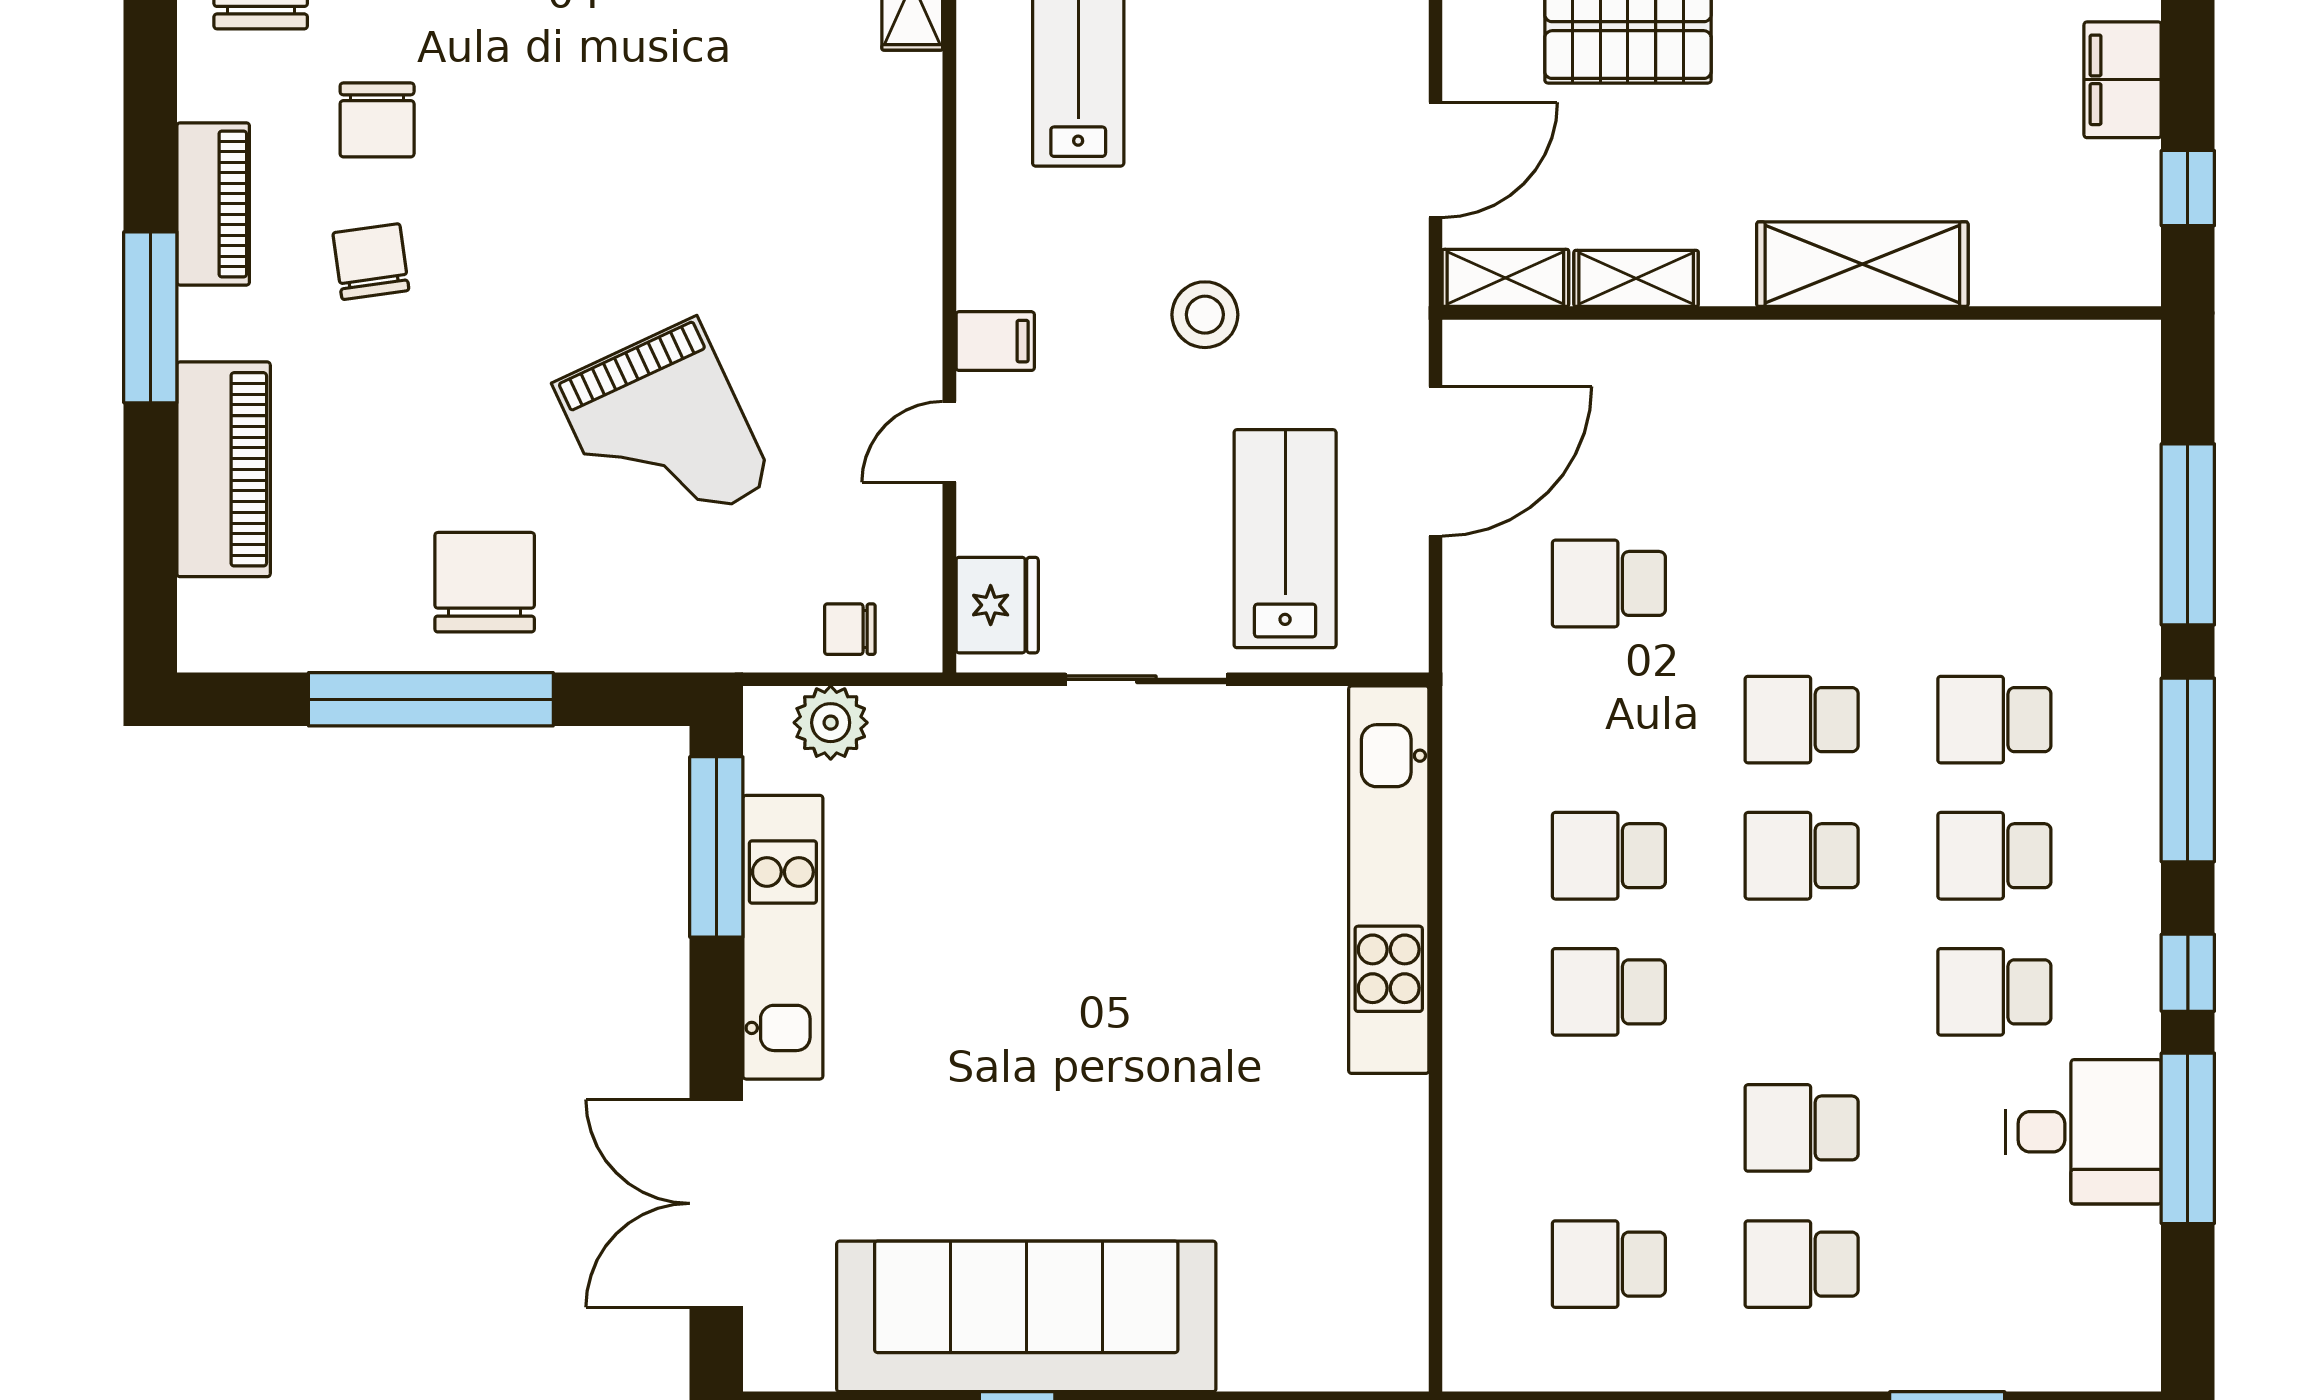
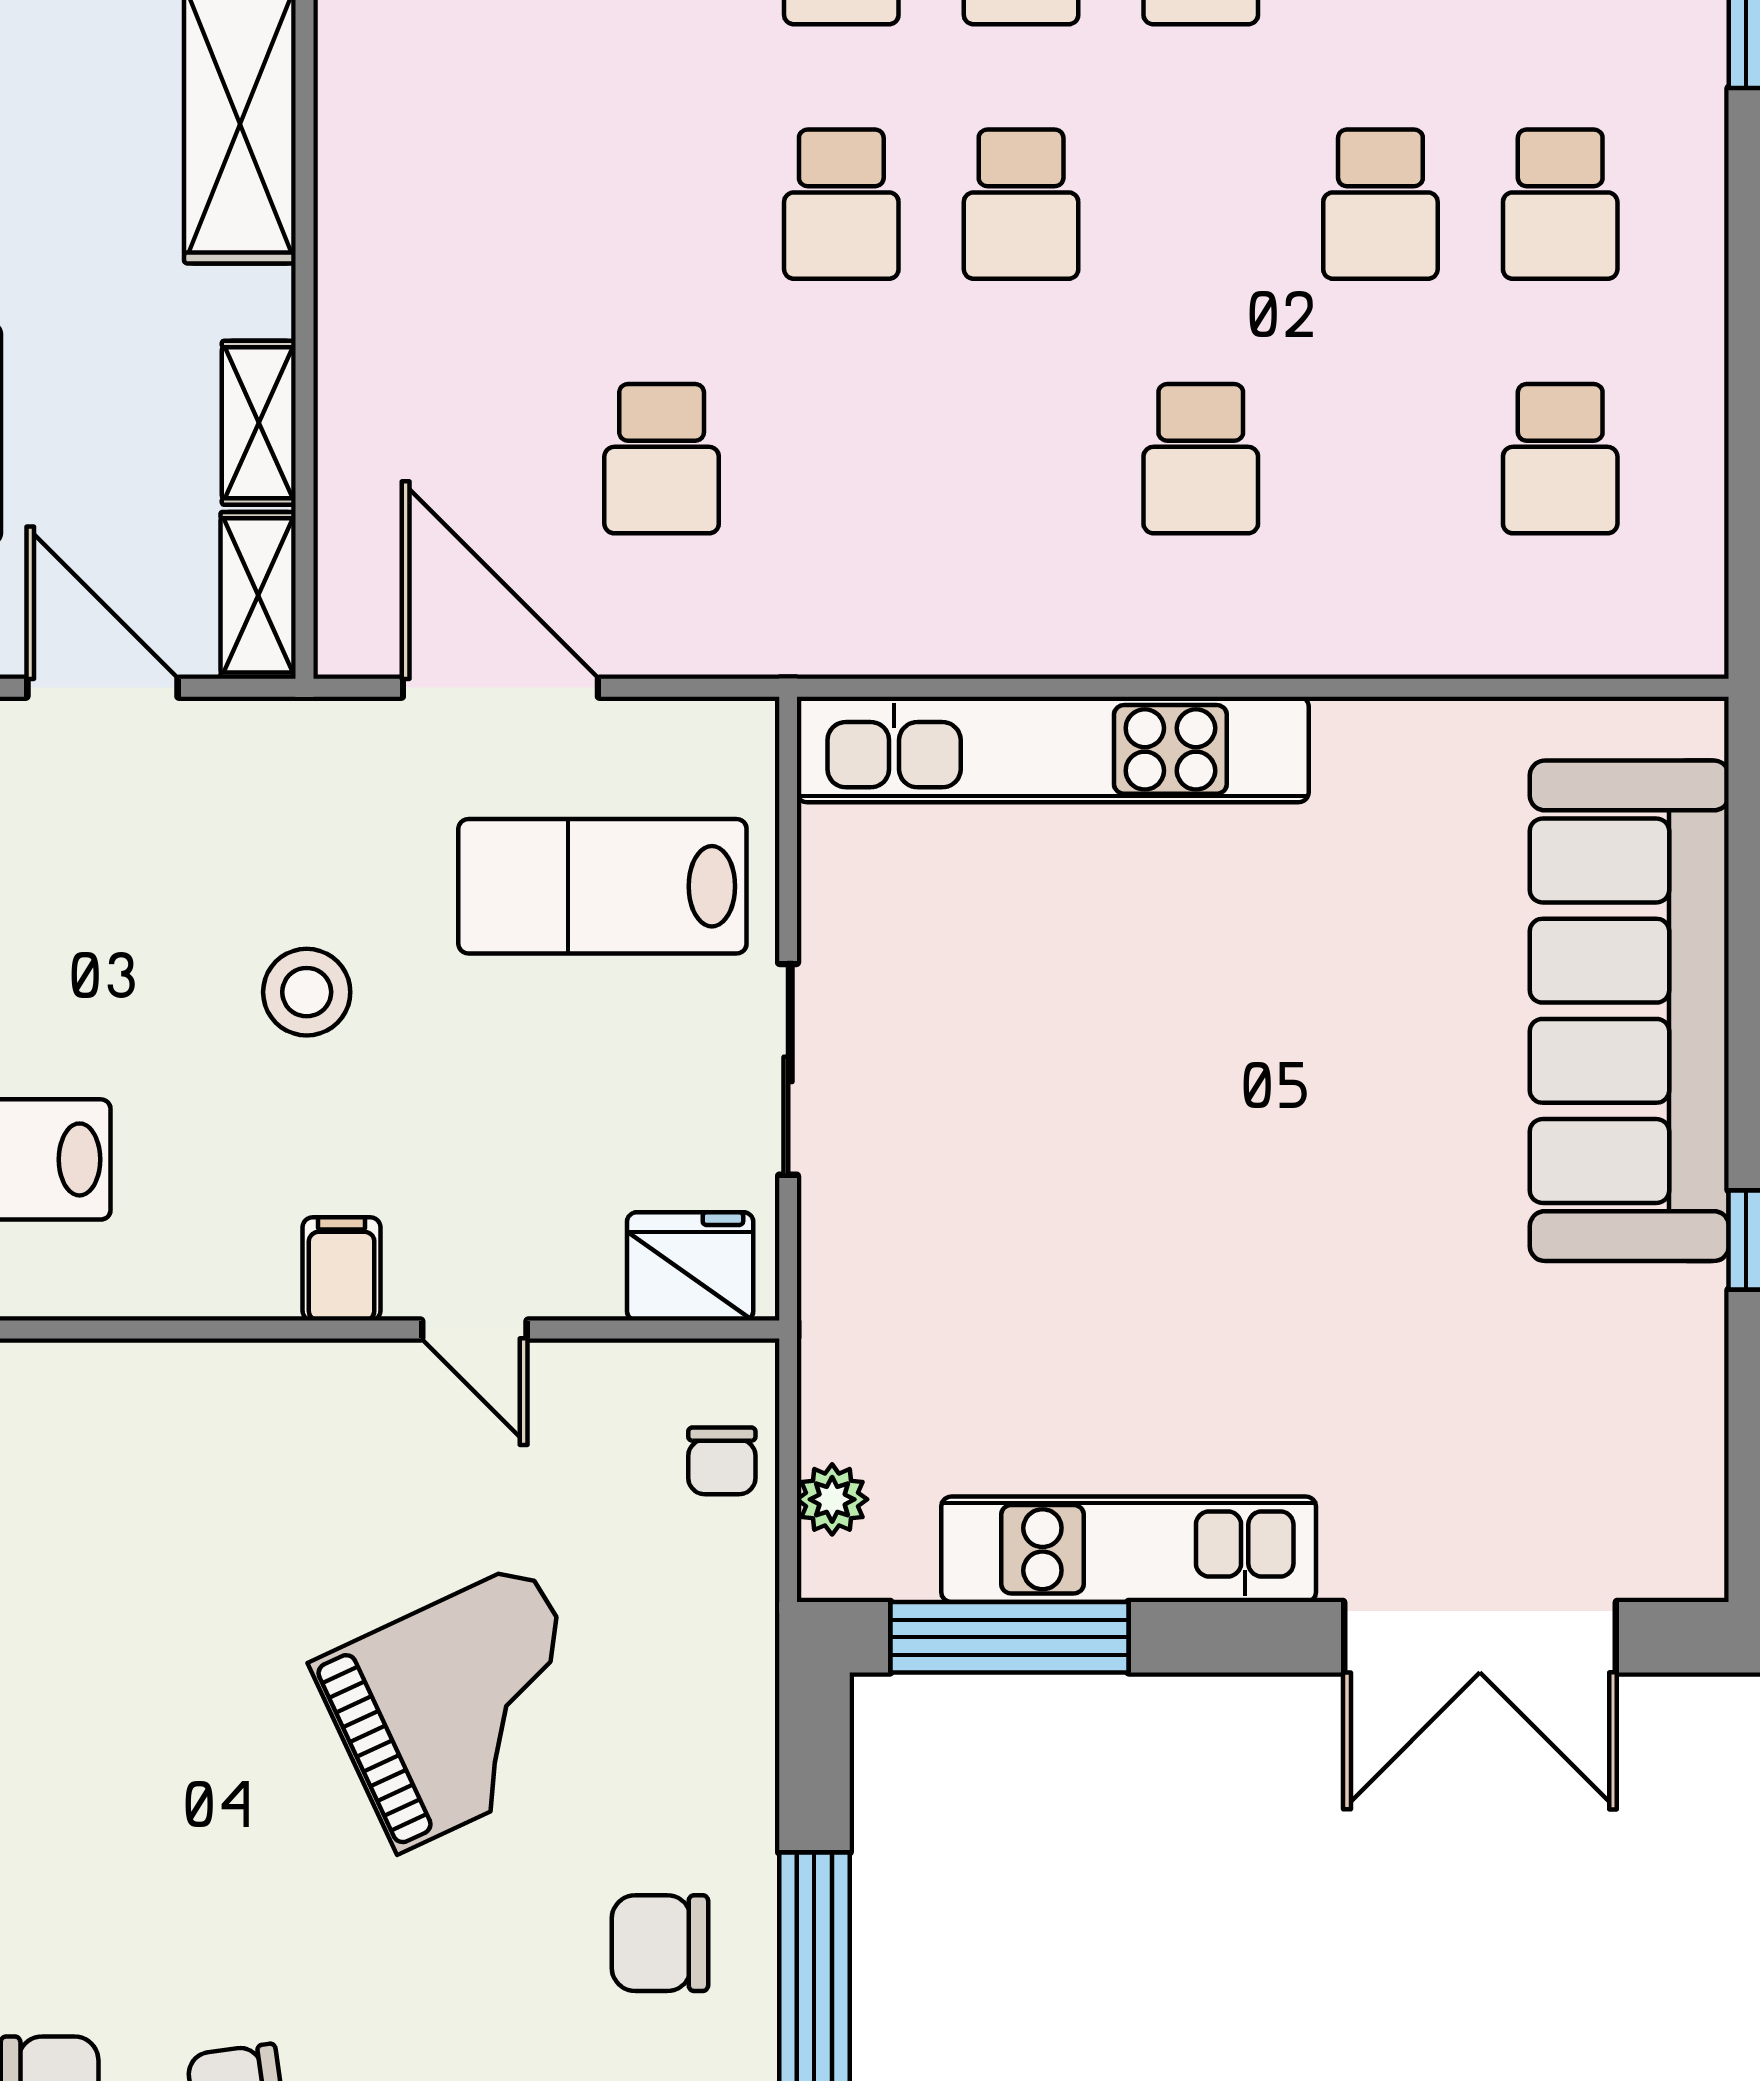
chair: (485, 582) -> (660, 1943), width x0.73, depth x0.73
plant: (831, 723) -> (832, 1499), width x0.73, depth x0.73
school desk: (1609, 856) -> (1021, 459), removed
sofa: (1026, 1316) -> (1629, 1011), moved

